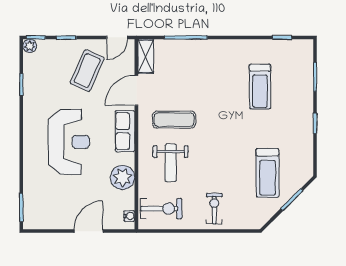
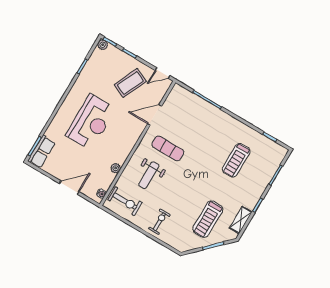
shelving: (146, 56) -> (241, 220), moved
row of seats: (125, 131) -> (42, 152), moved, turned 180
plant: (123, 177) -> (116, 168), width x0.53, depth x0.53

